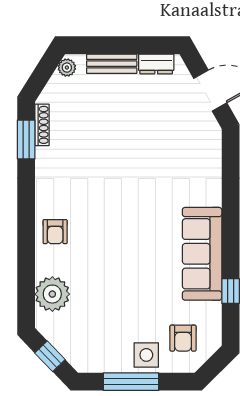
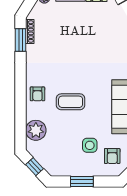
coffee table: (112, 245) -> (71, 102), added
side table: (146, 355) -> (90, 145), moved
window: (131, 382) -> (82, 181), width x0.69

